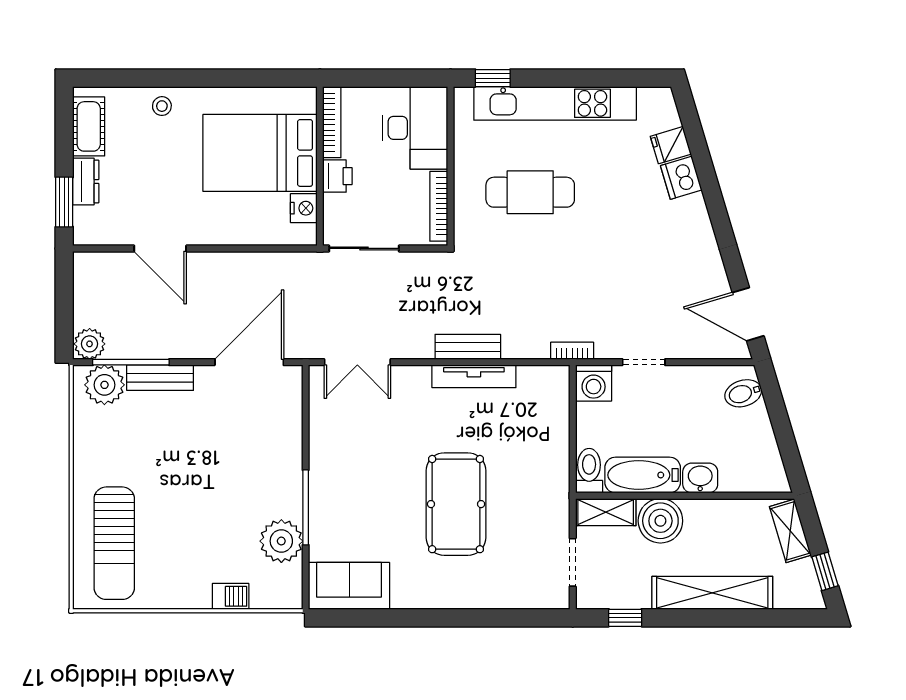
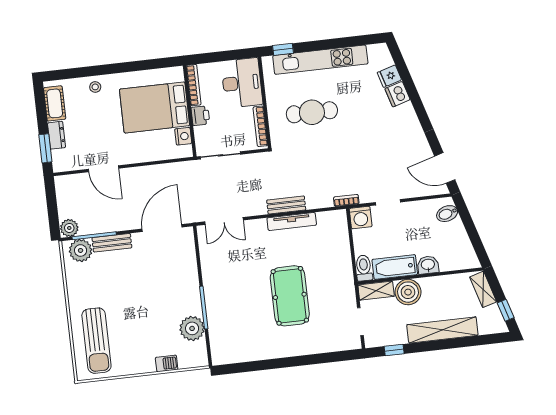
sofa: (349, 586) -> (234, 350), removed

